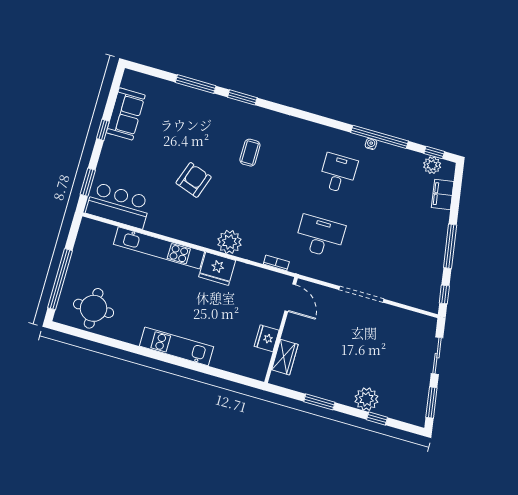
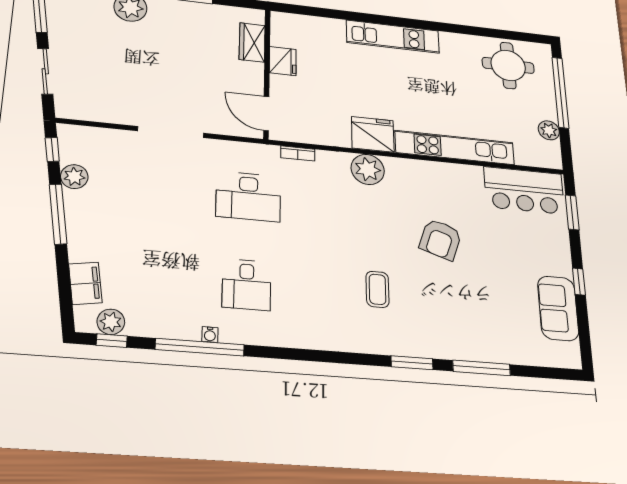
plant: (81, 250) -> (549, 130), added
plant: (434, 272) -> (74, 177), added

